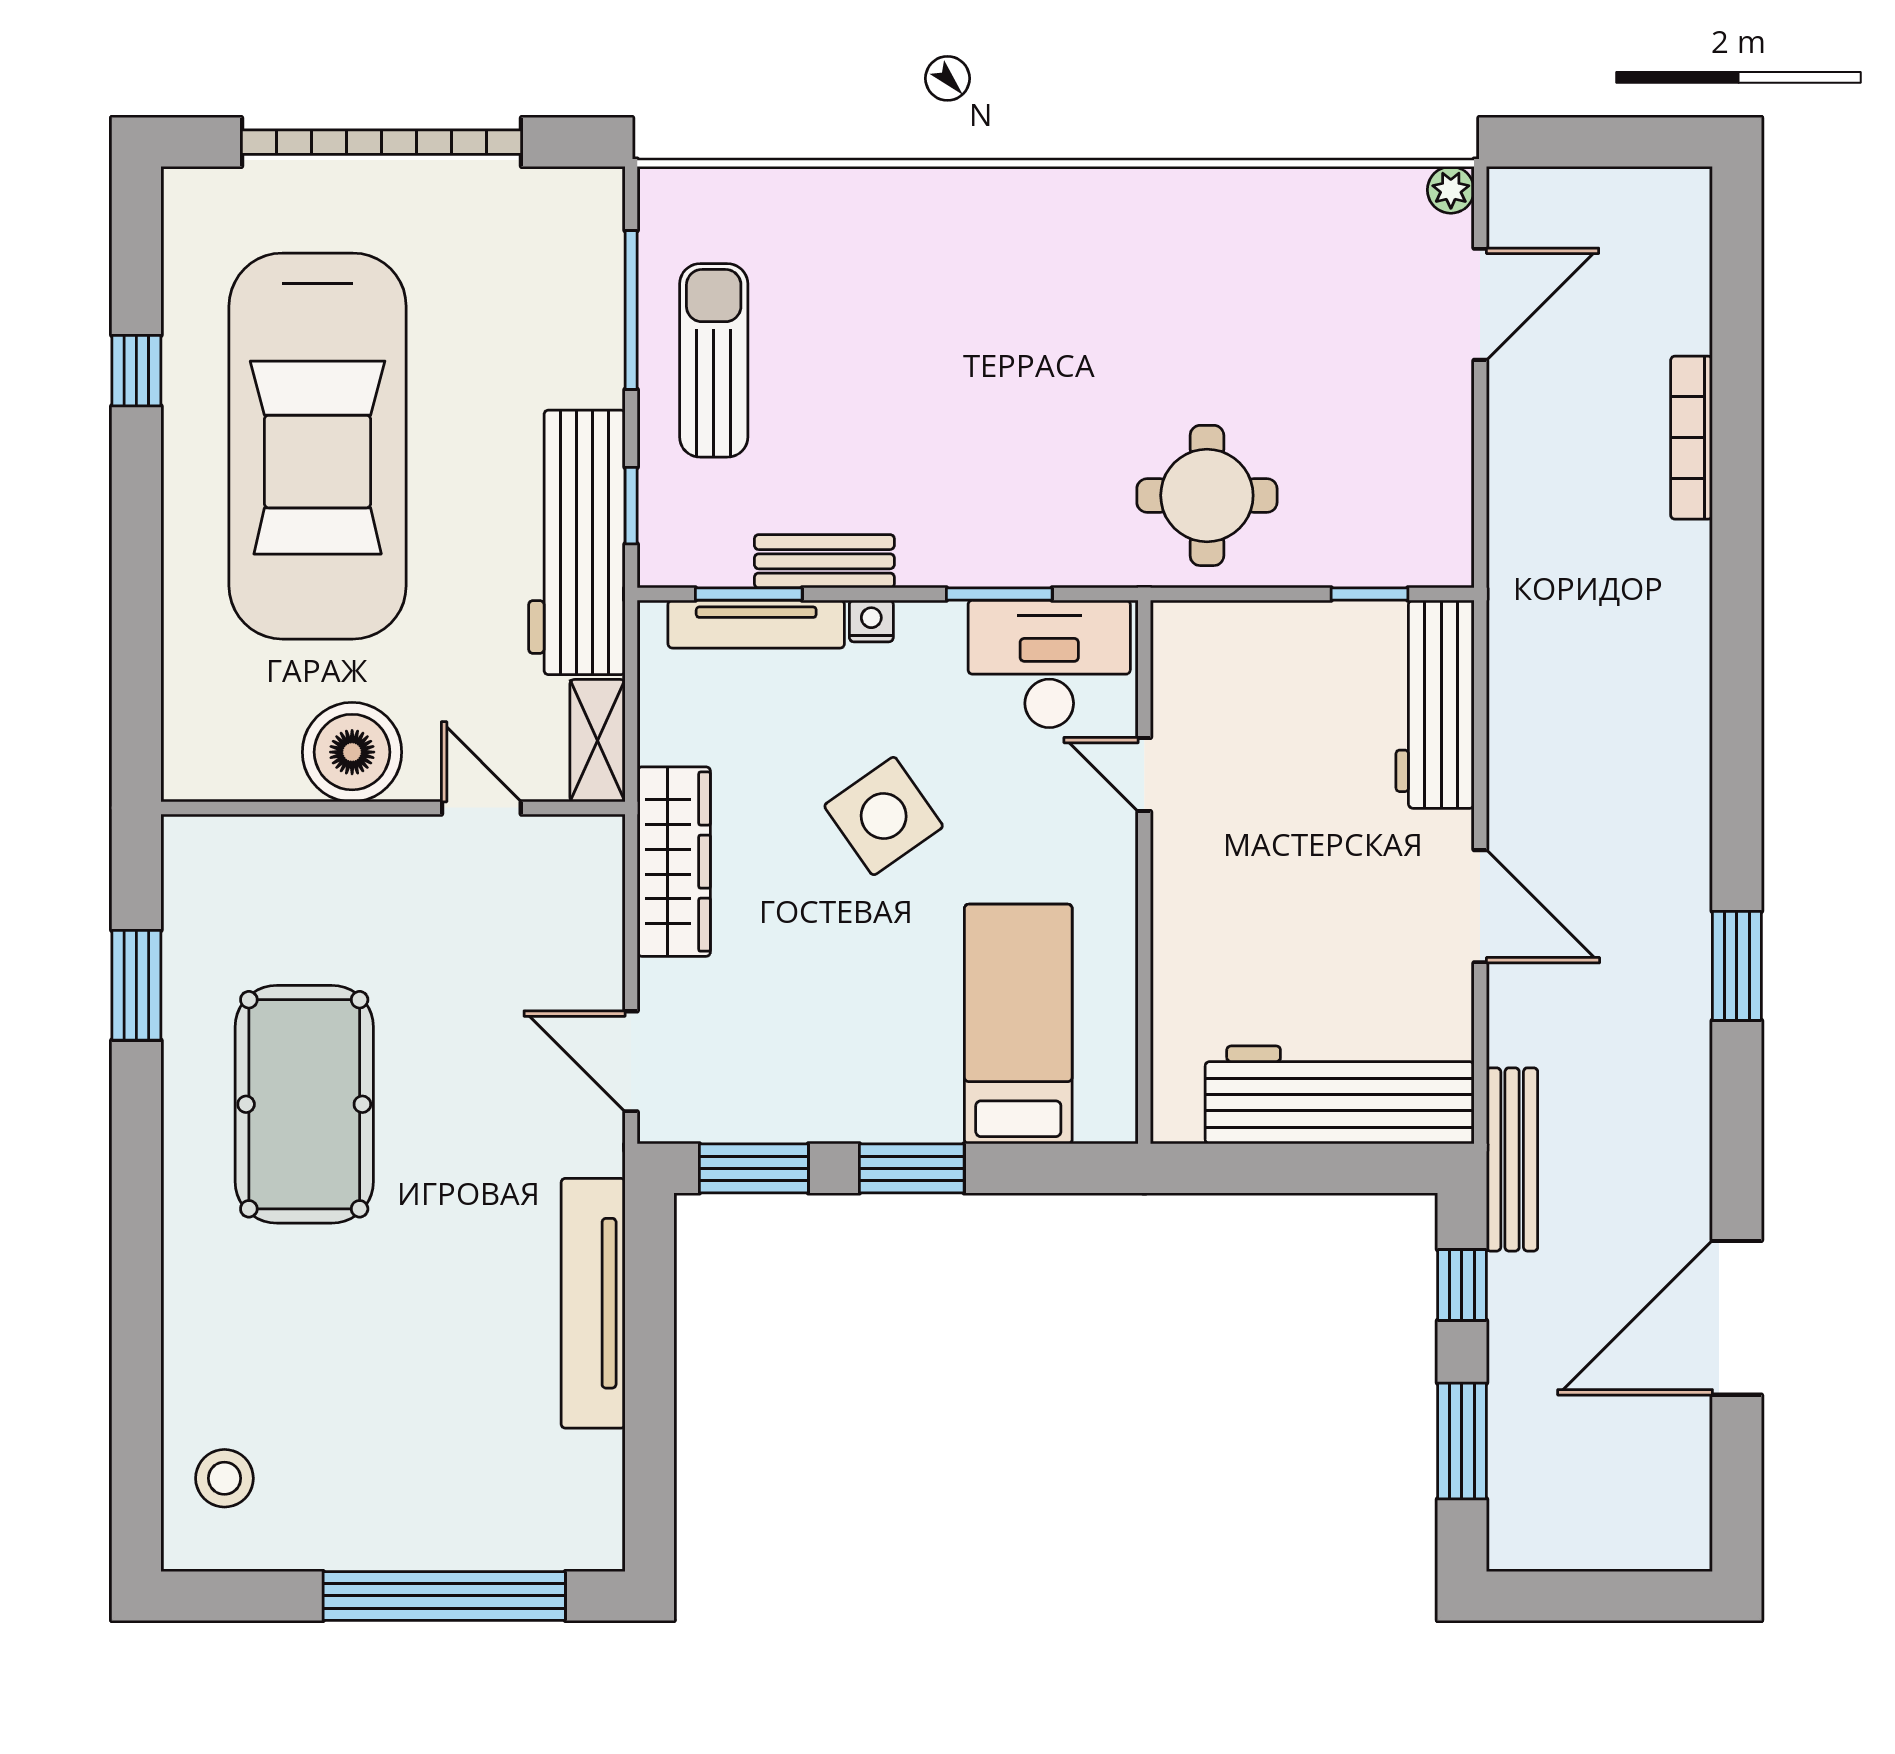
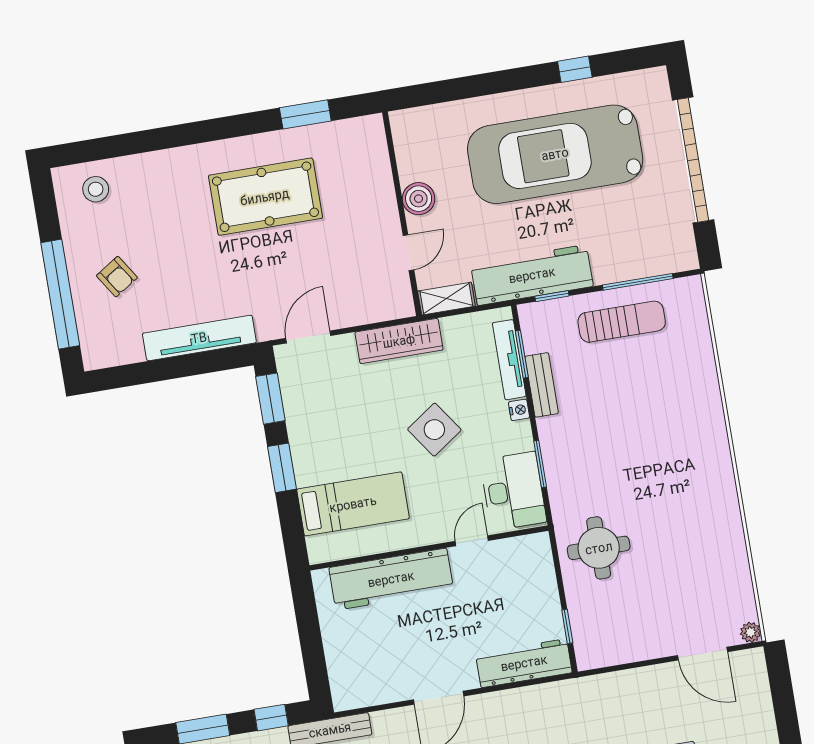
boiler: (352, 752) -> (419, 199), width x0.73, depth x0.73
workbench: (1340, 1095) -> (391, 579), moved, turned 90
armchair: (426, 1464) -> (117, 277), added

